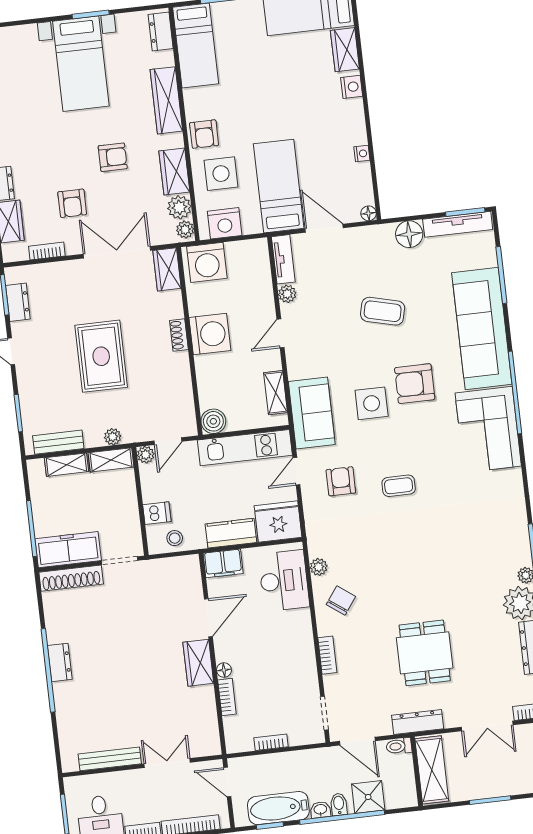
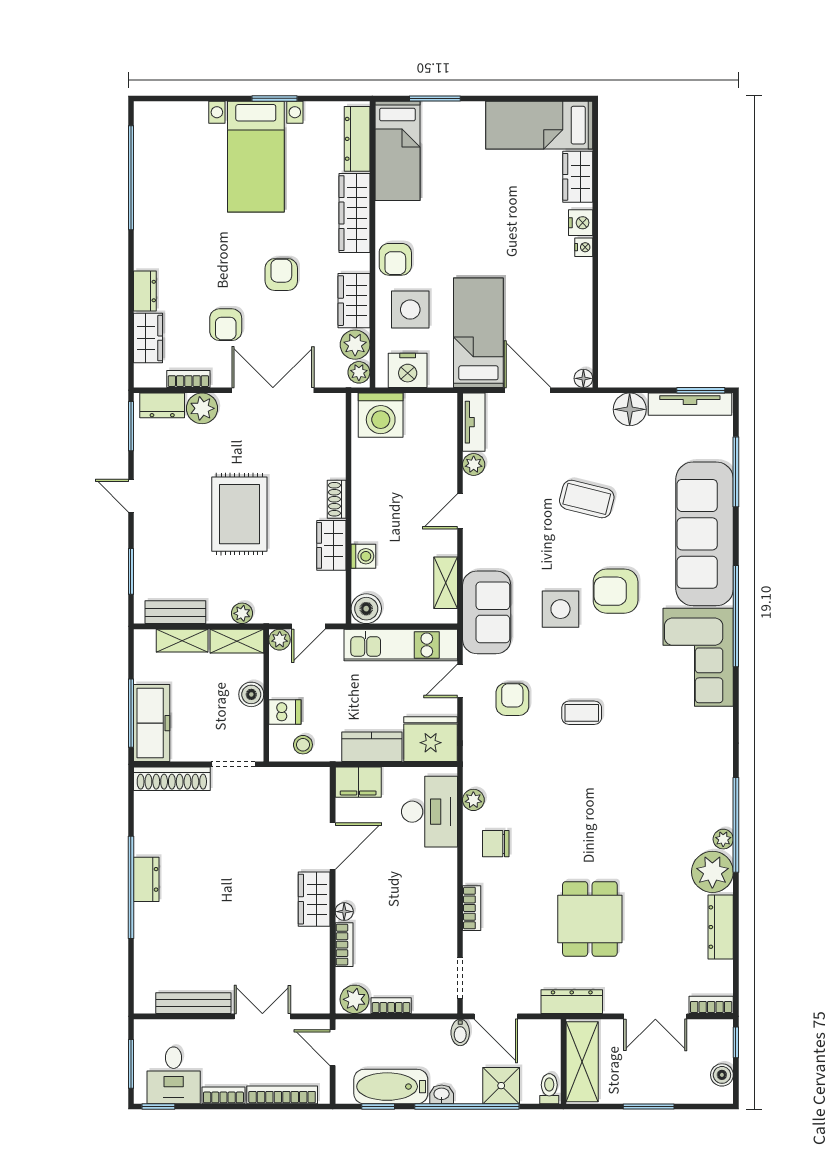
dresser: (161, 32) -> (357, 139), width x1.44
nightstand: (362, 154) -> (584, 247), moved
armchair: (113, 157) -> (281, 275), turned -90
wardrobe: (167, 269) -> (331, 545), moved
plant: (61, 274) -> (202, 408), added
dresser: (18, 302) -> (162, 405), moved, turned 90
washing machine: (210, 334) -> (363, 556), moved, width x0.53, depth x0.53
boiler: (128, 502) -> (251, 694), added
freezer: (68, 550) -> (152, 723), moved, turned 90
chair: (341, 600) -> (496, 844), turned -126
plant: (241, 741) -> (355, 999), added
toilet: (399, 746) -> (549, 1089), moved, turned 90
bidet: (339, 804) -> (460, 1032), moved, turned 180

